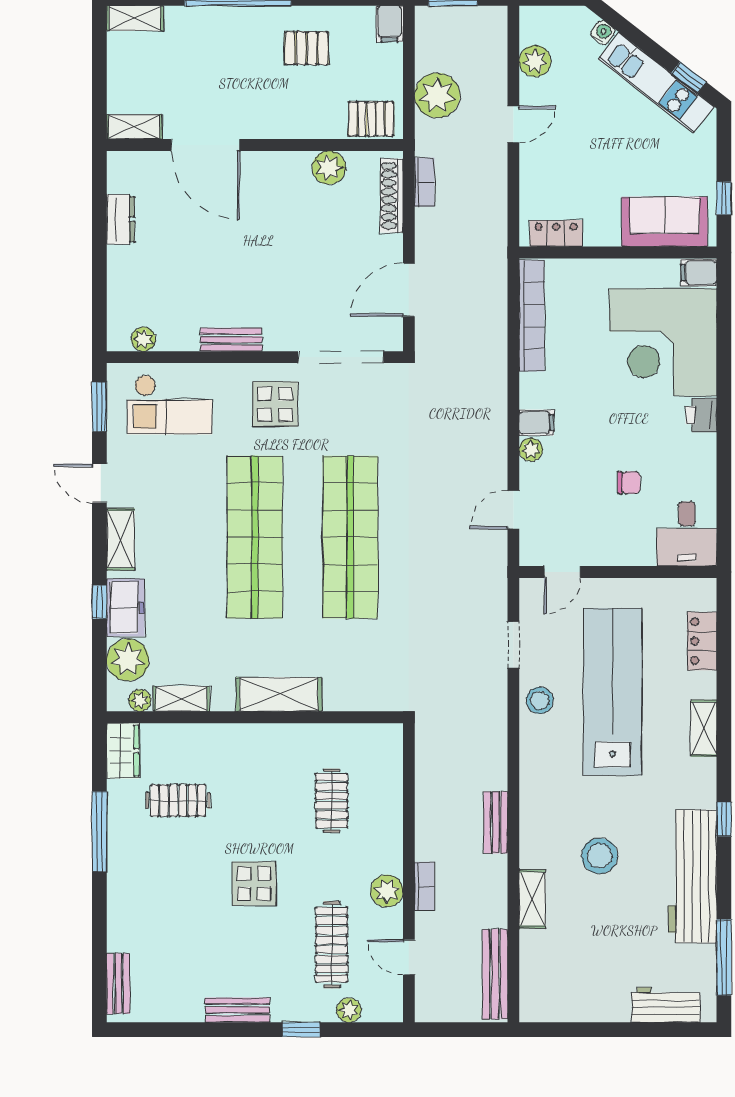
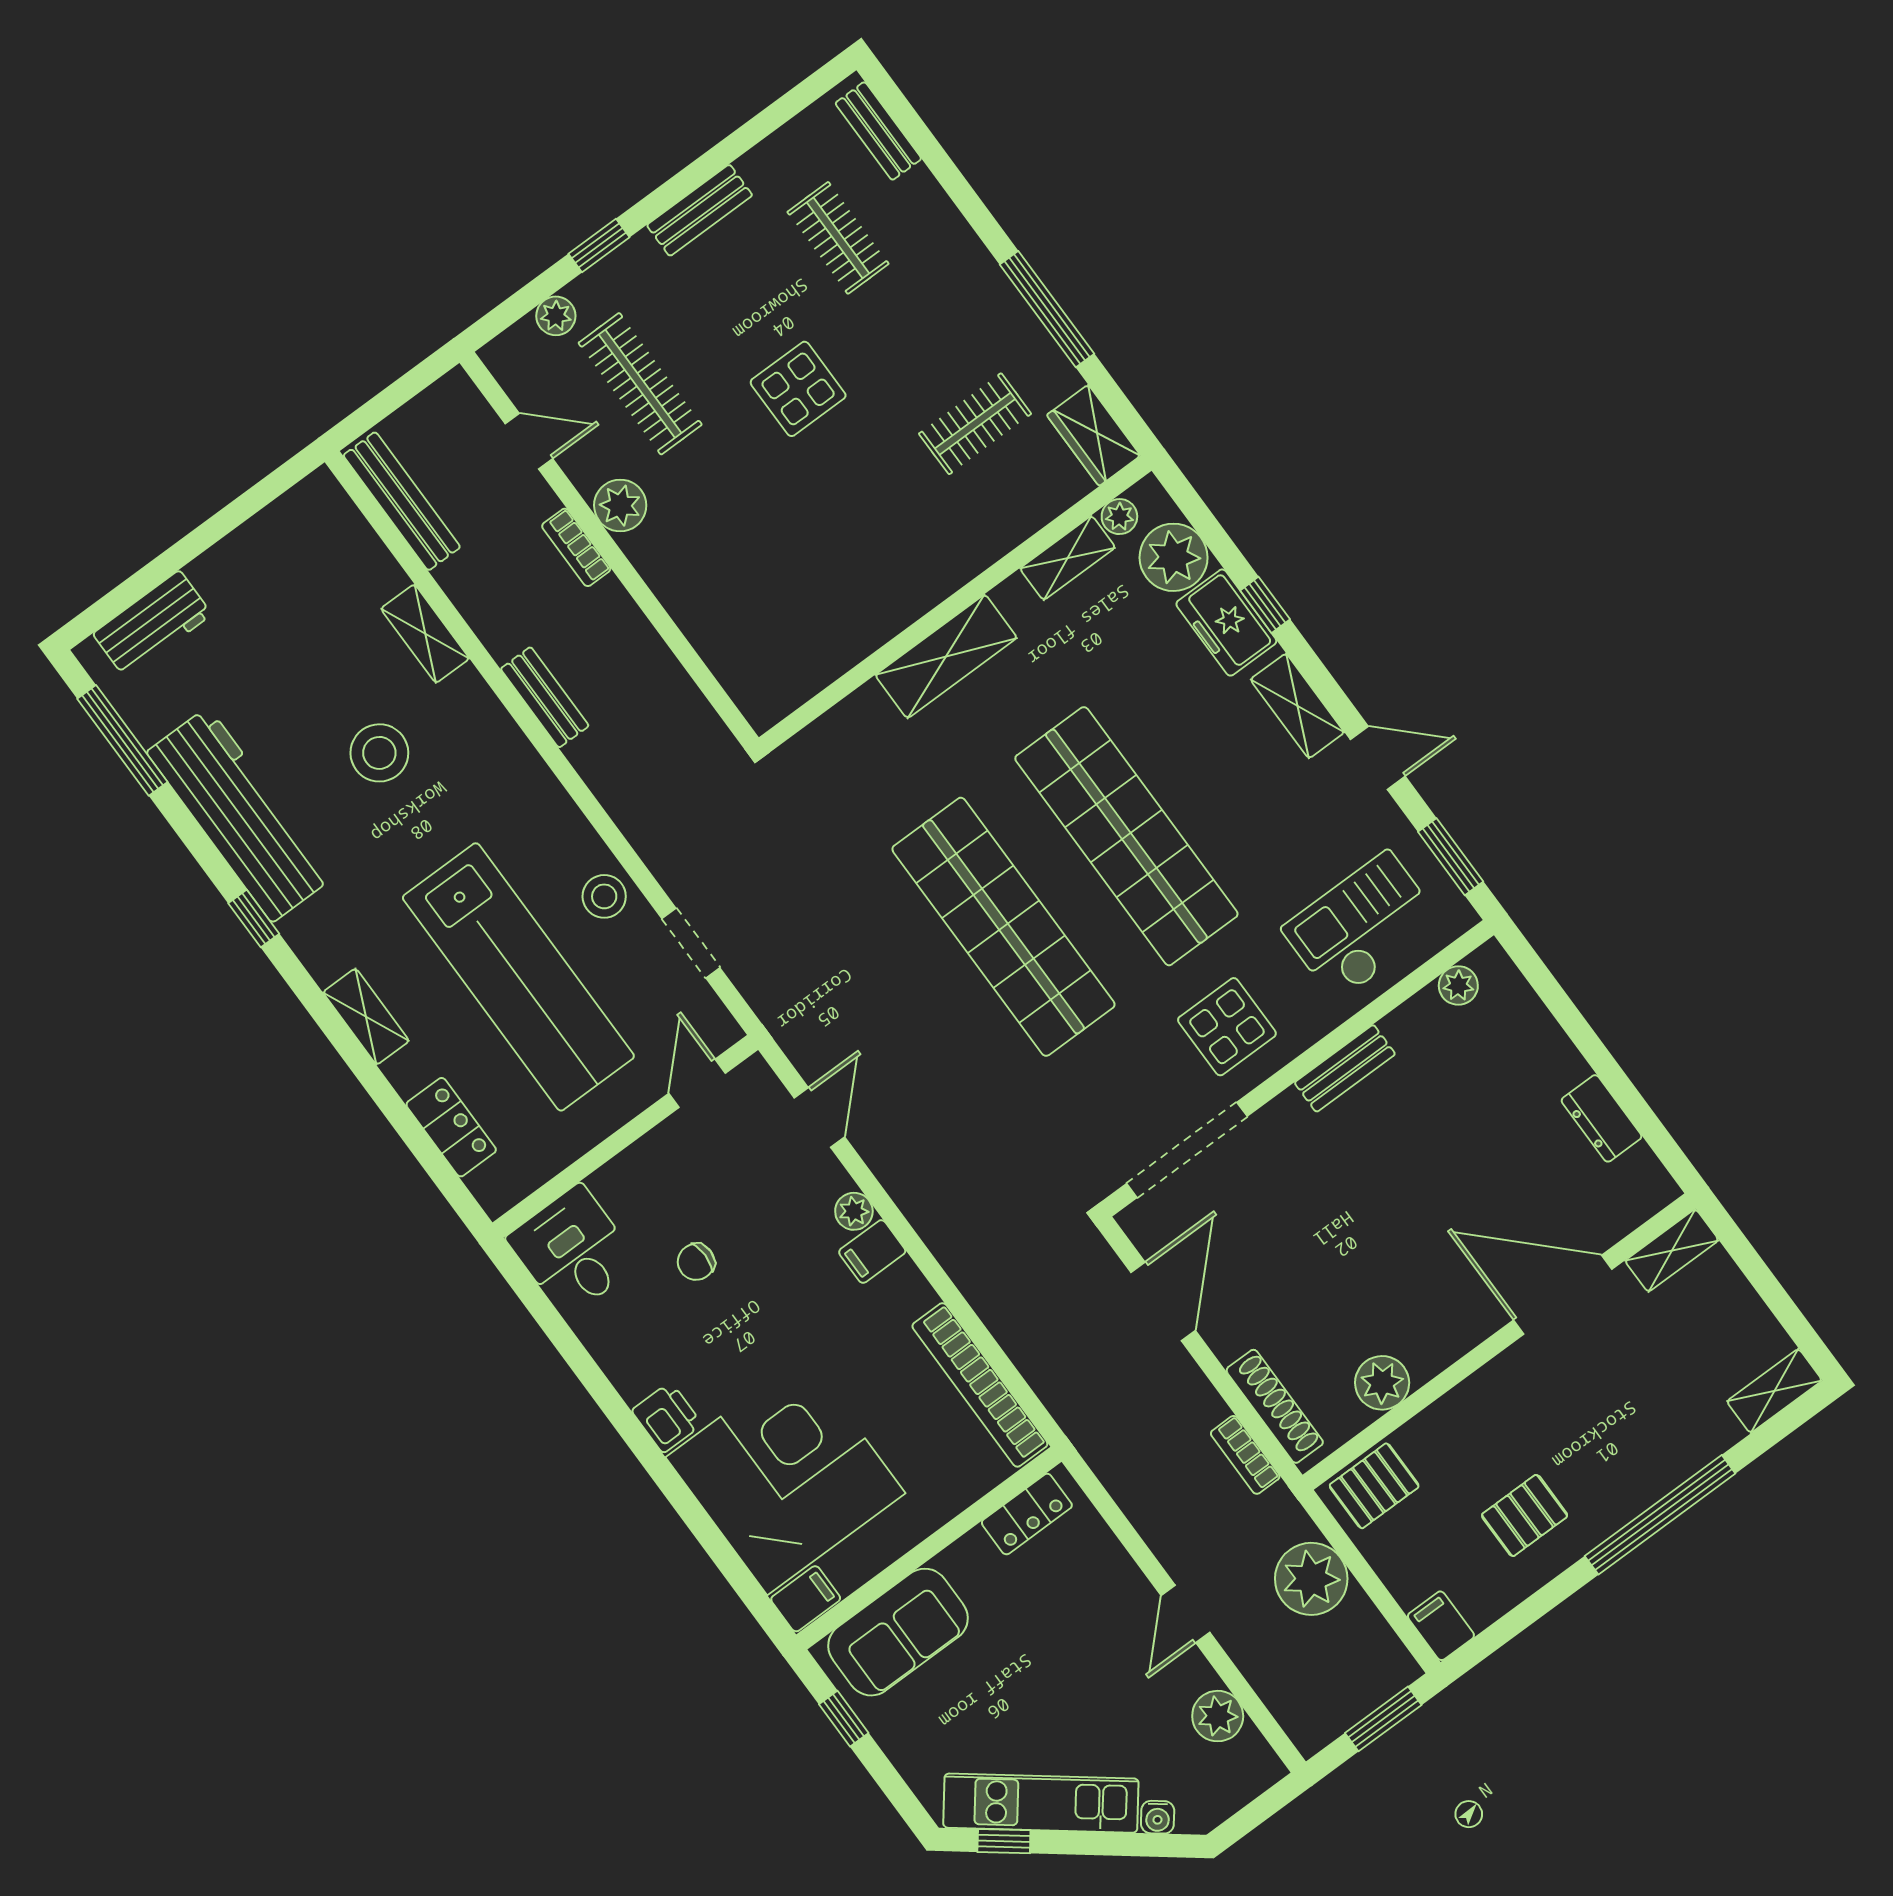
clothes rail: (332, 801) -> (838, 238), moved

